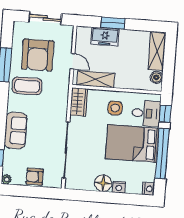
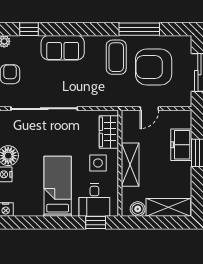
shelving: (96, 79) -> (130, 165), moved
wardrobe: (79, 102) -> (109, 132), moved, turned 90
bed: (132, 143) -> (58, 186), width x0.67
window: (162, 154) -> (48, 223), removed

